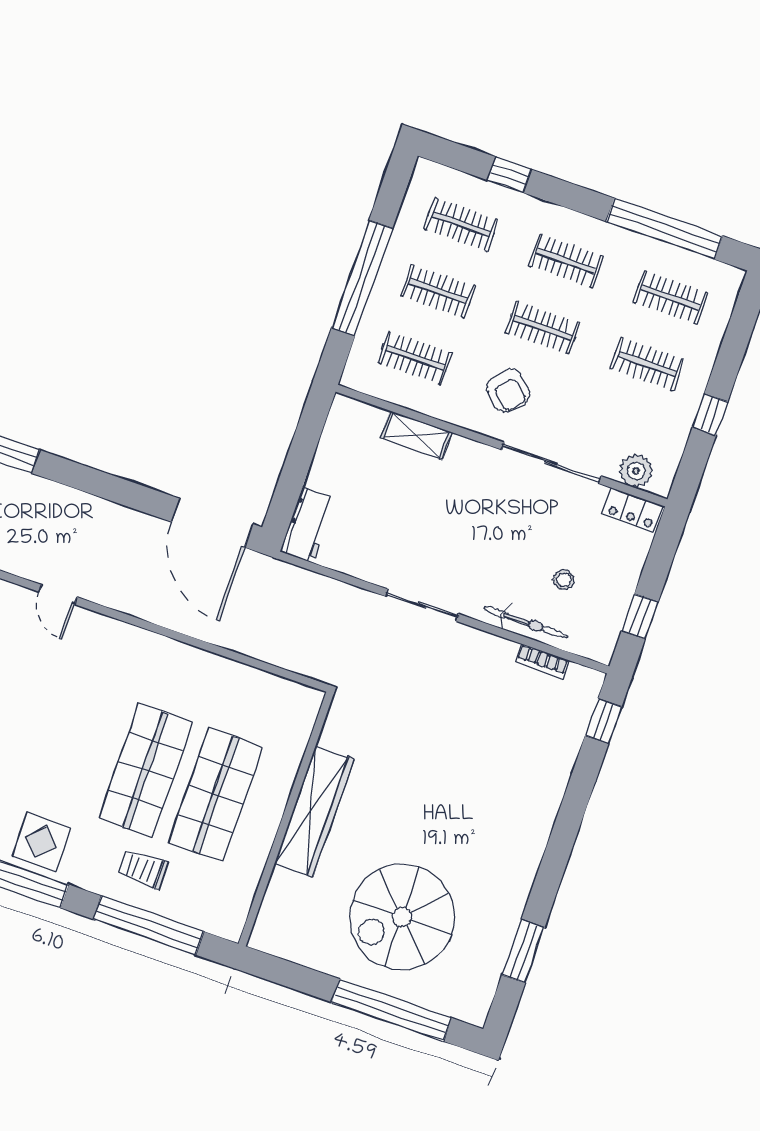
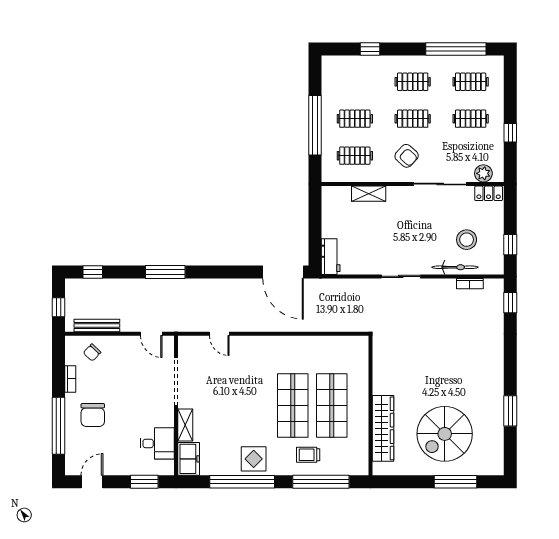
clothes rail: (461, 224) -> (355, 82), removed
stool: (564, 580) -> (467, 240), width x1.89, depth x1.89
wardrobe: (314, 811) -> (383, 428), moved
window: (523, 951) -> (510, 411), moved
window: (392, 1010) -> (456, 482), width x0.68

